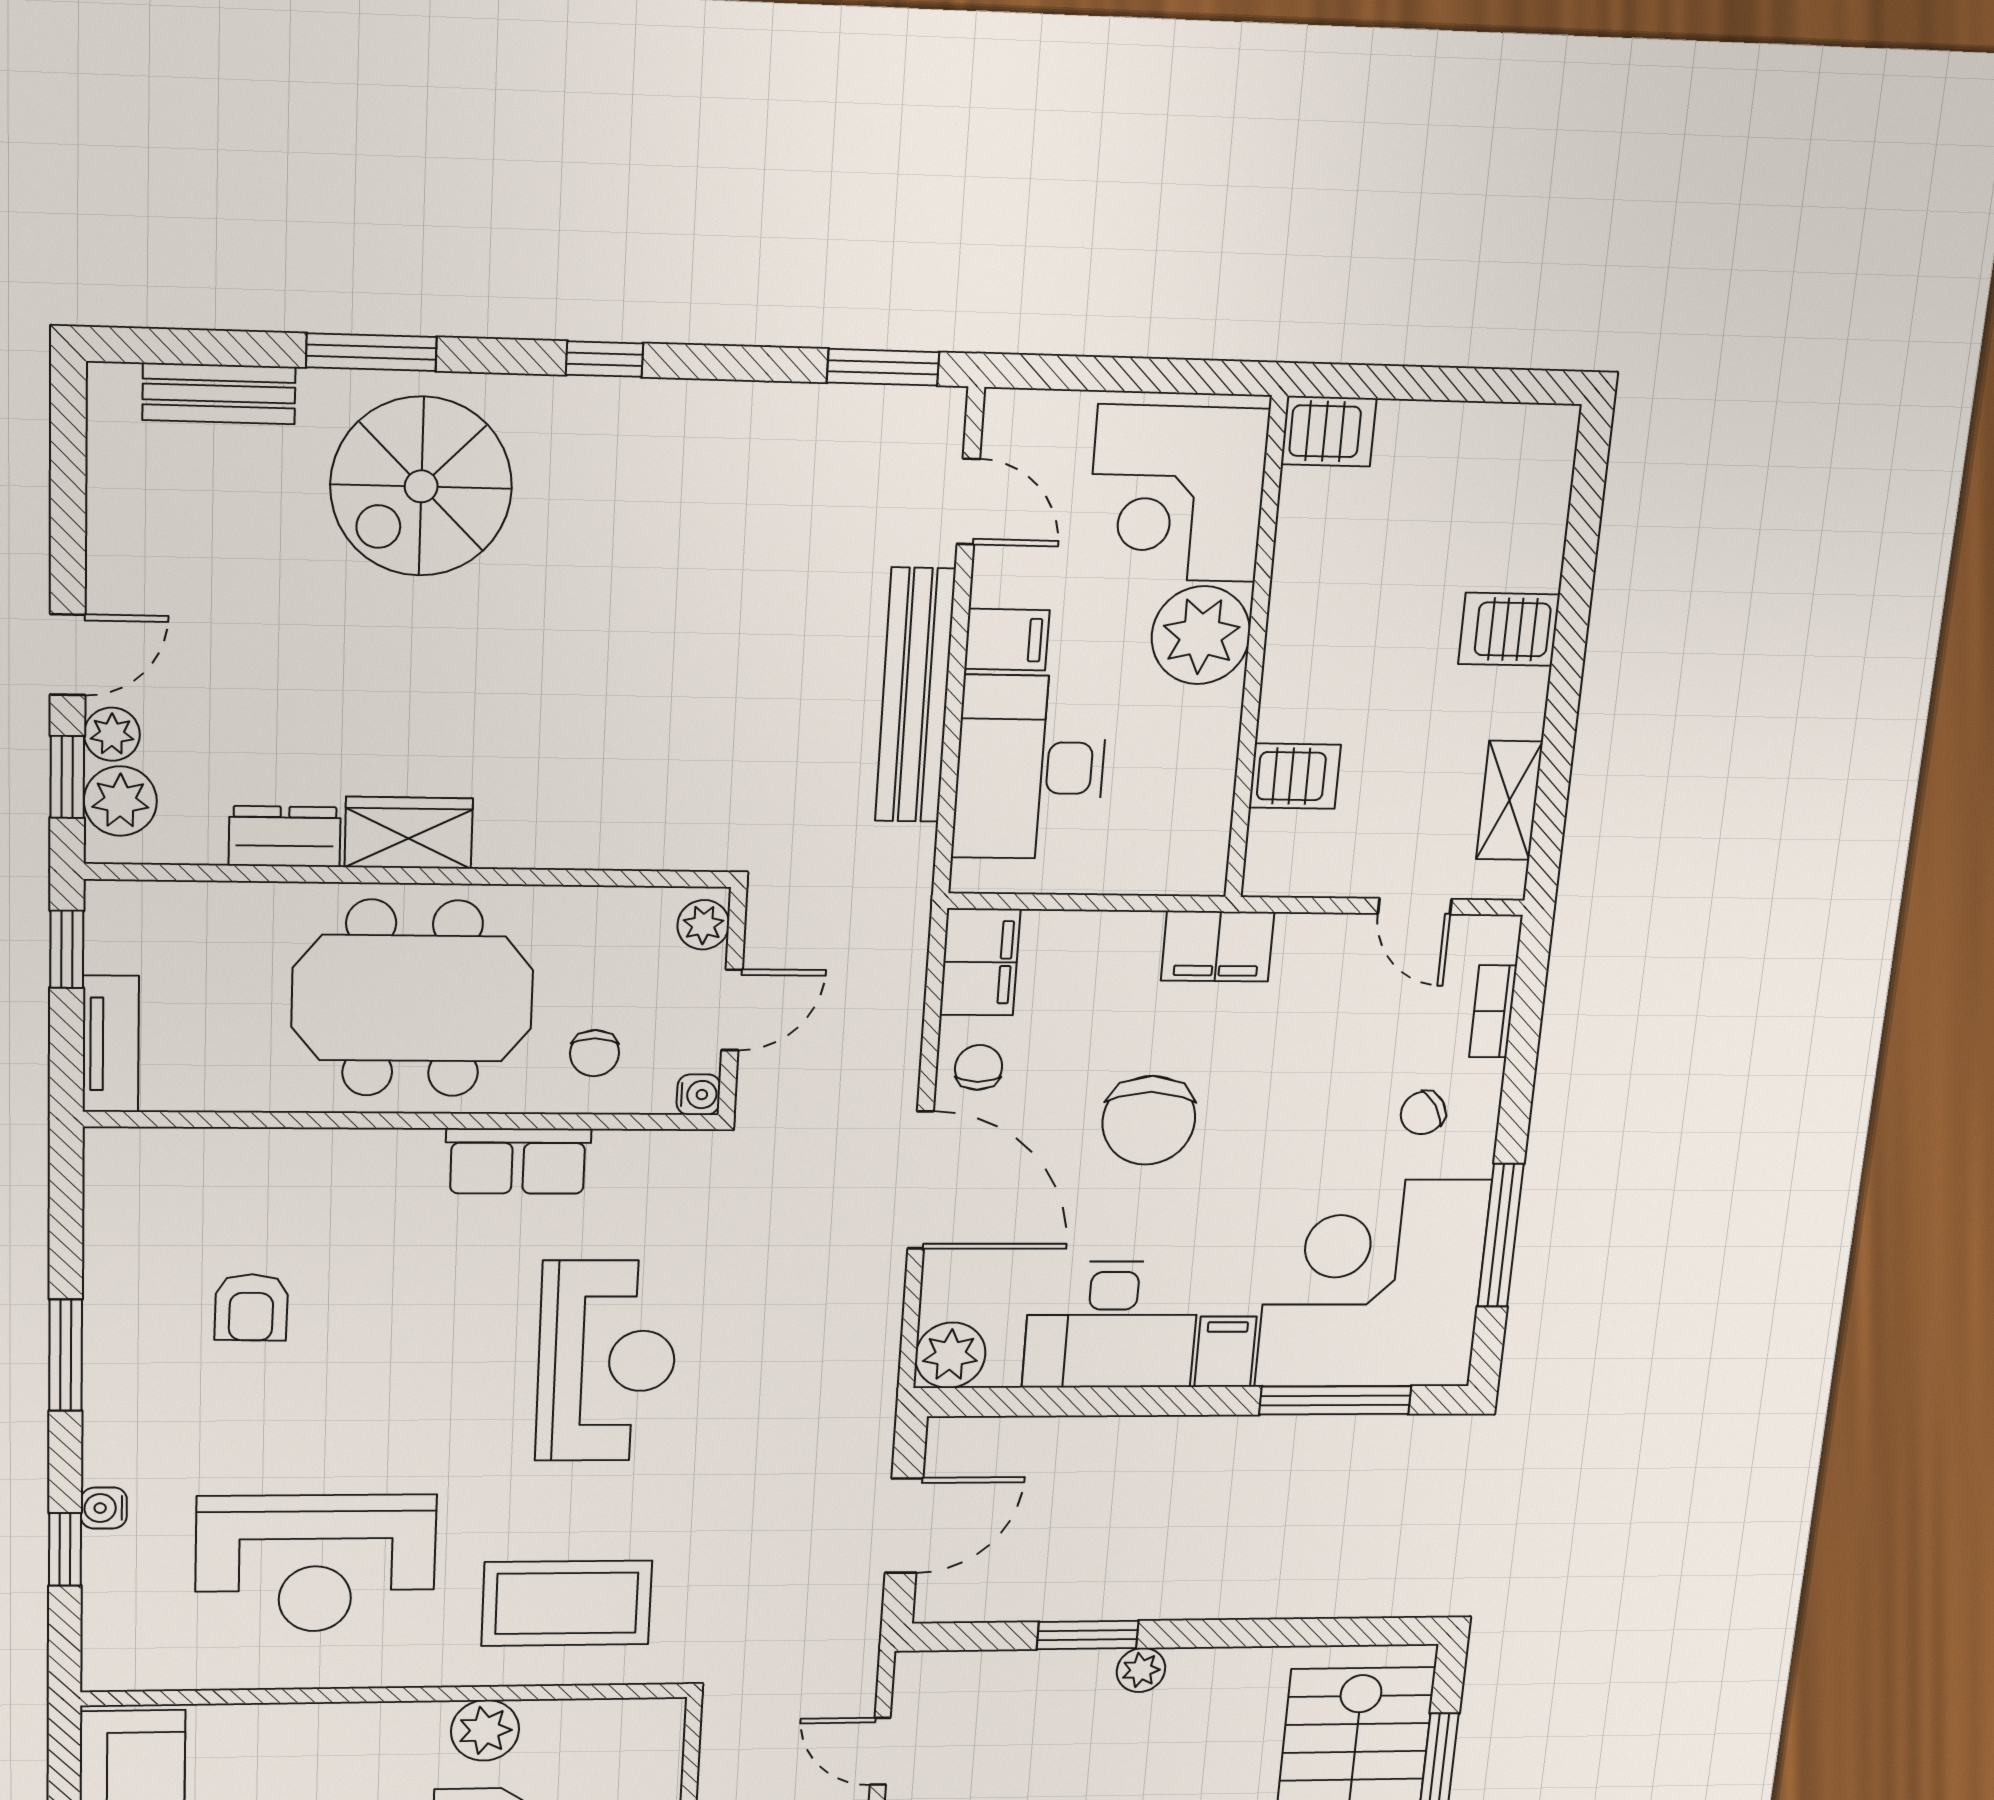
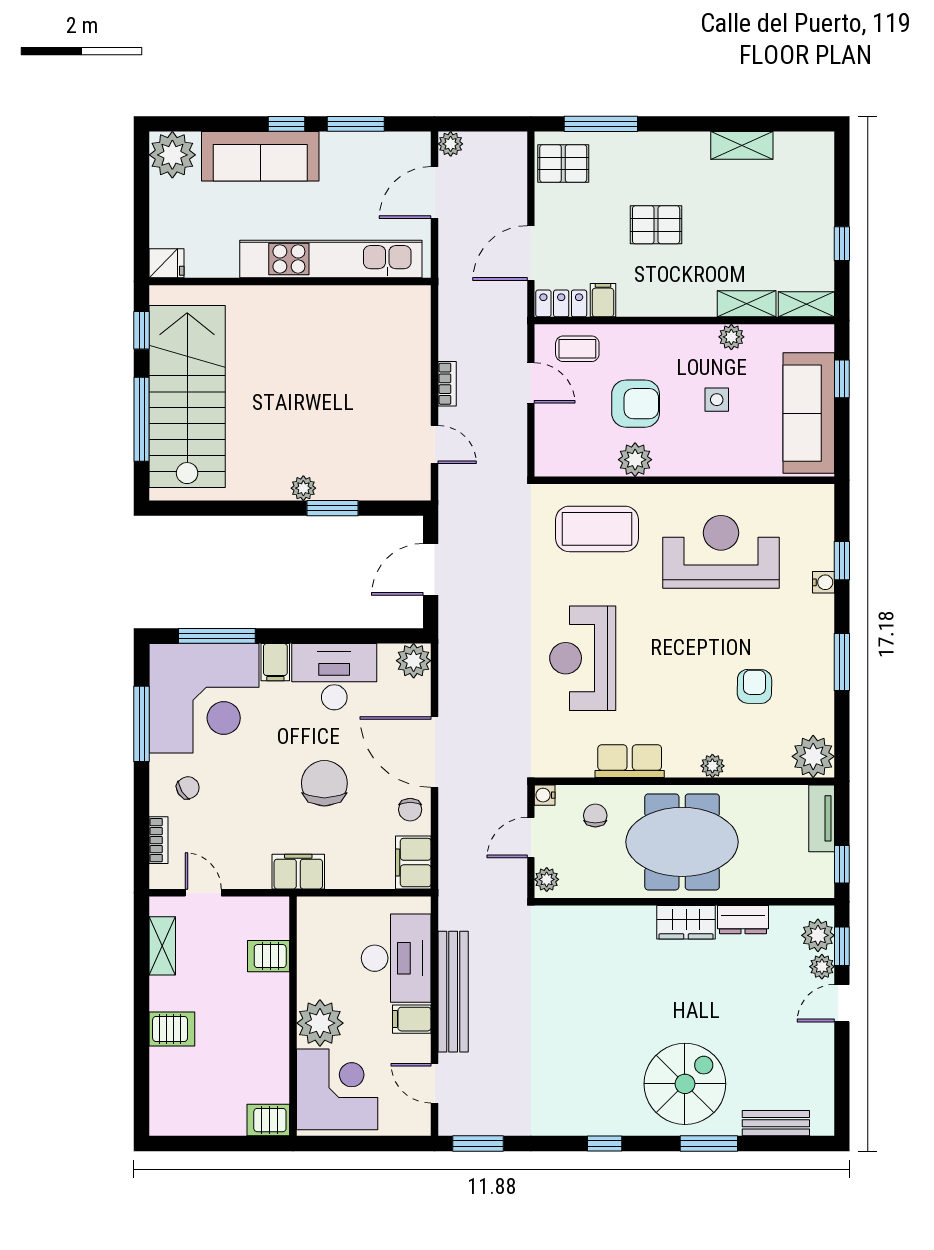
plant: (343, 1151) -> (712, 766), added
plant: (128, 1169) -> (813, 756), added

